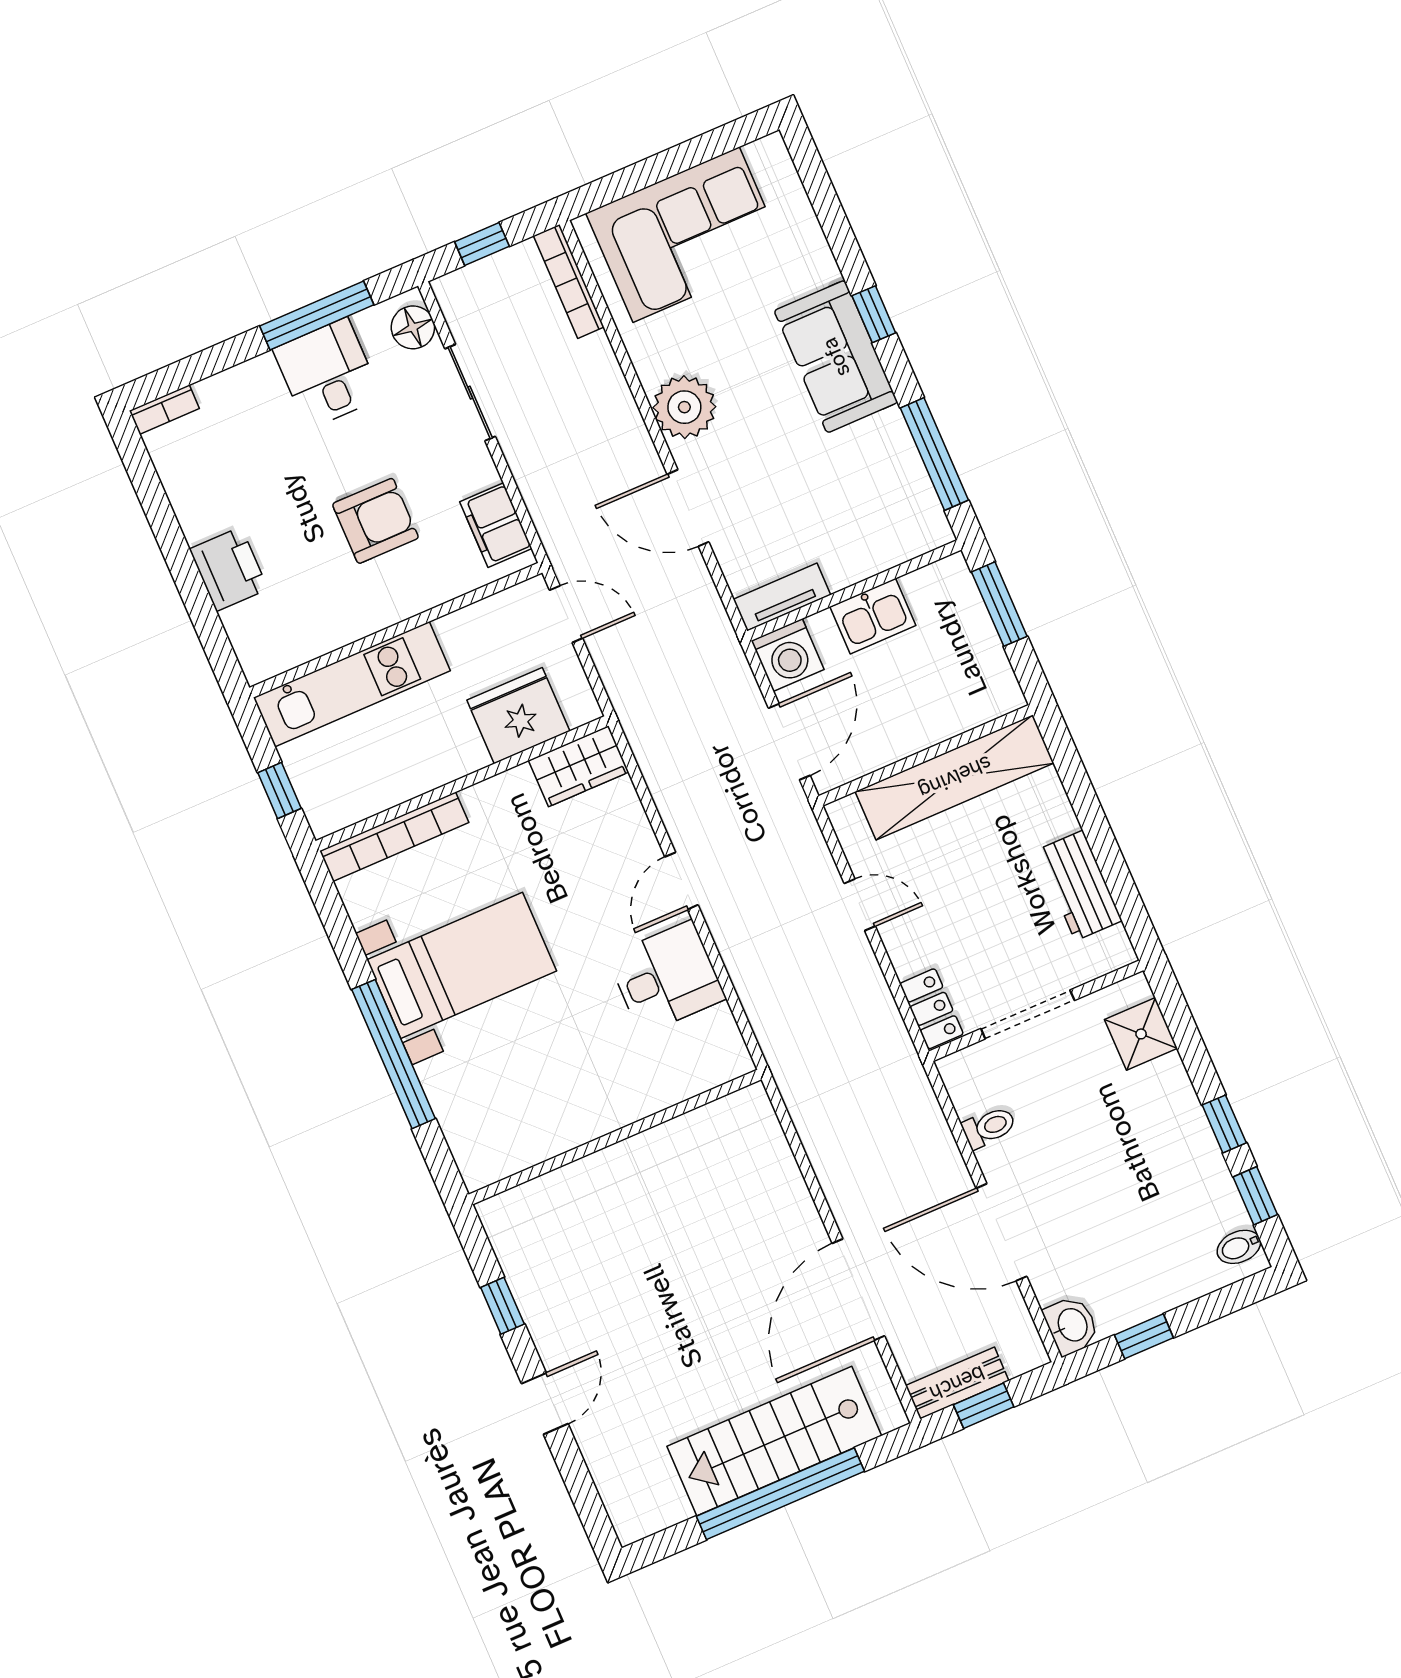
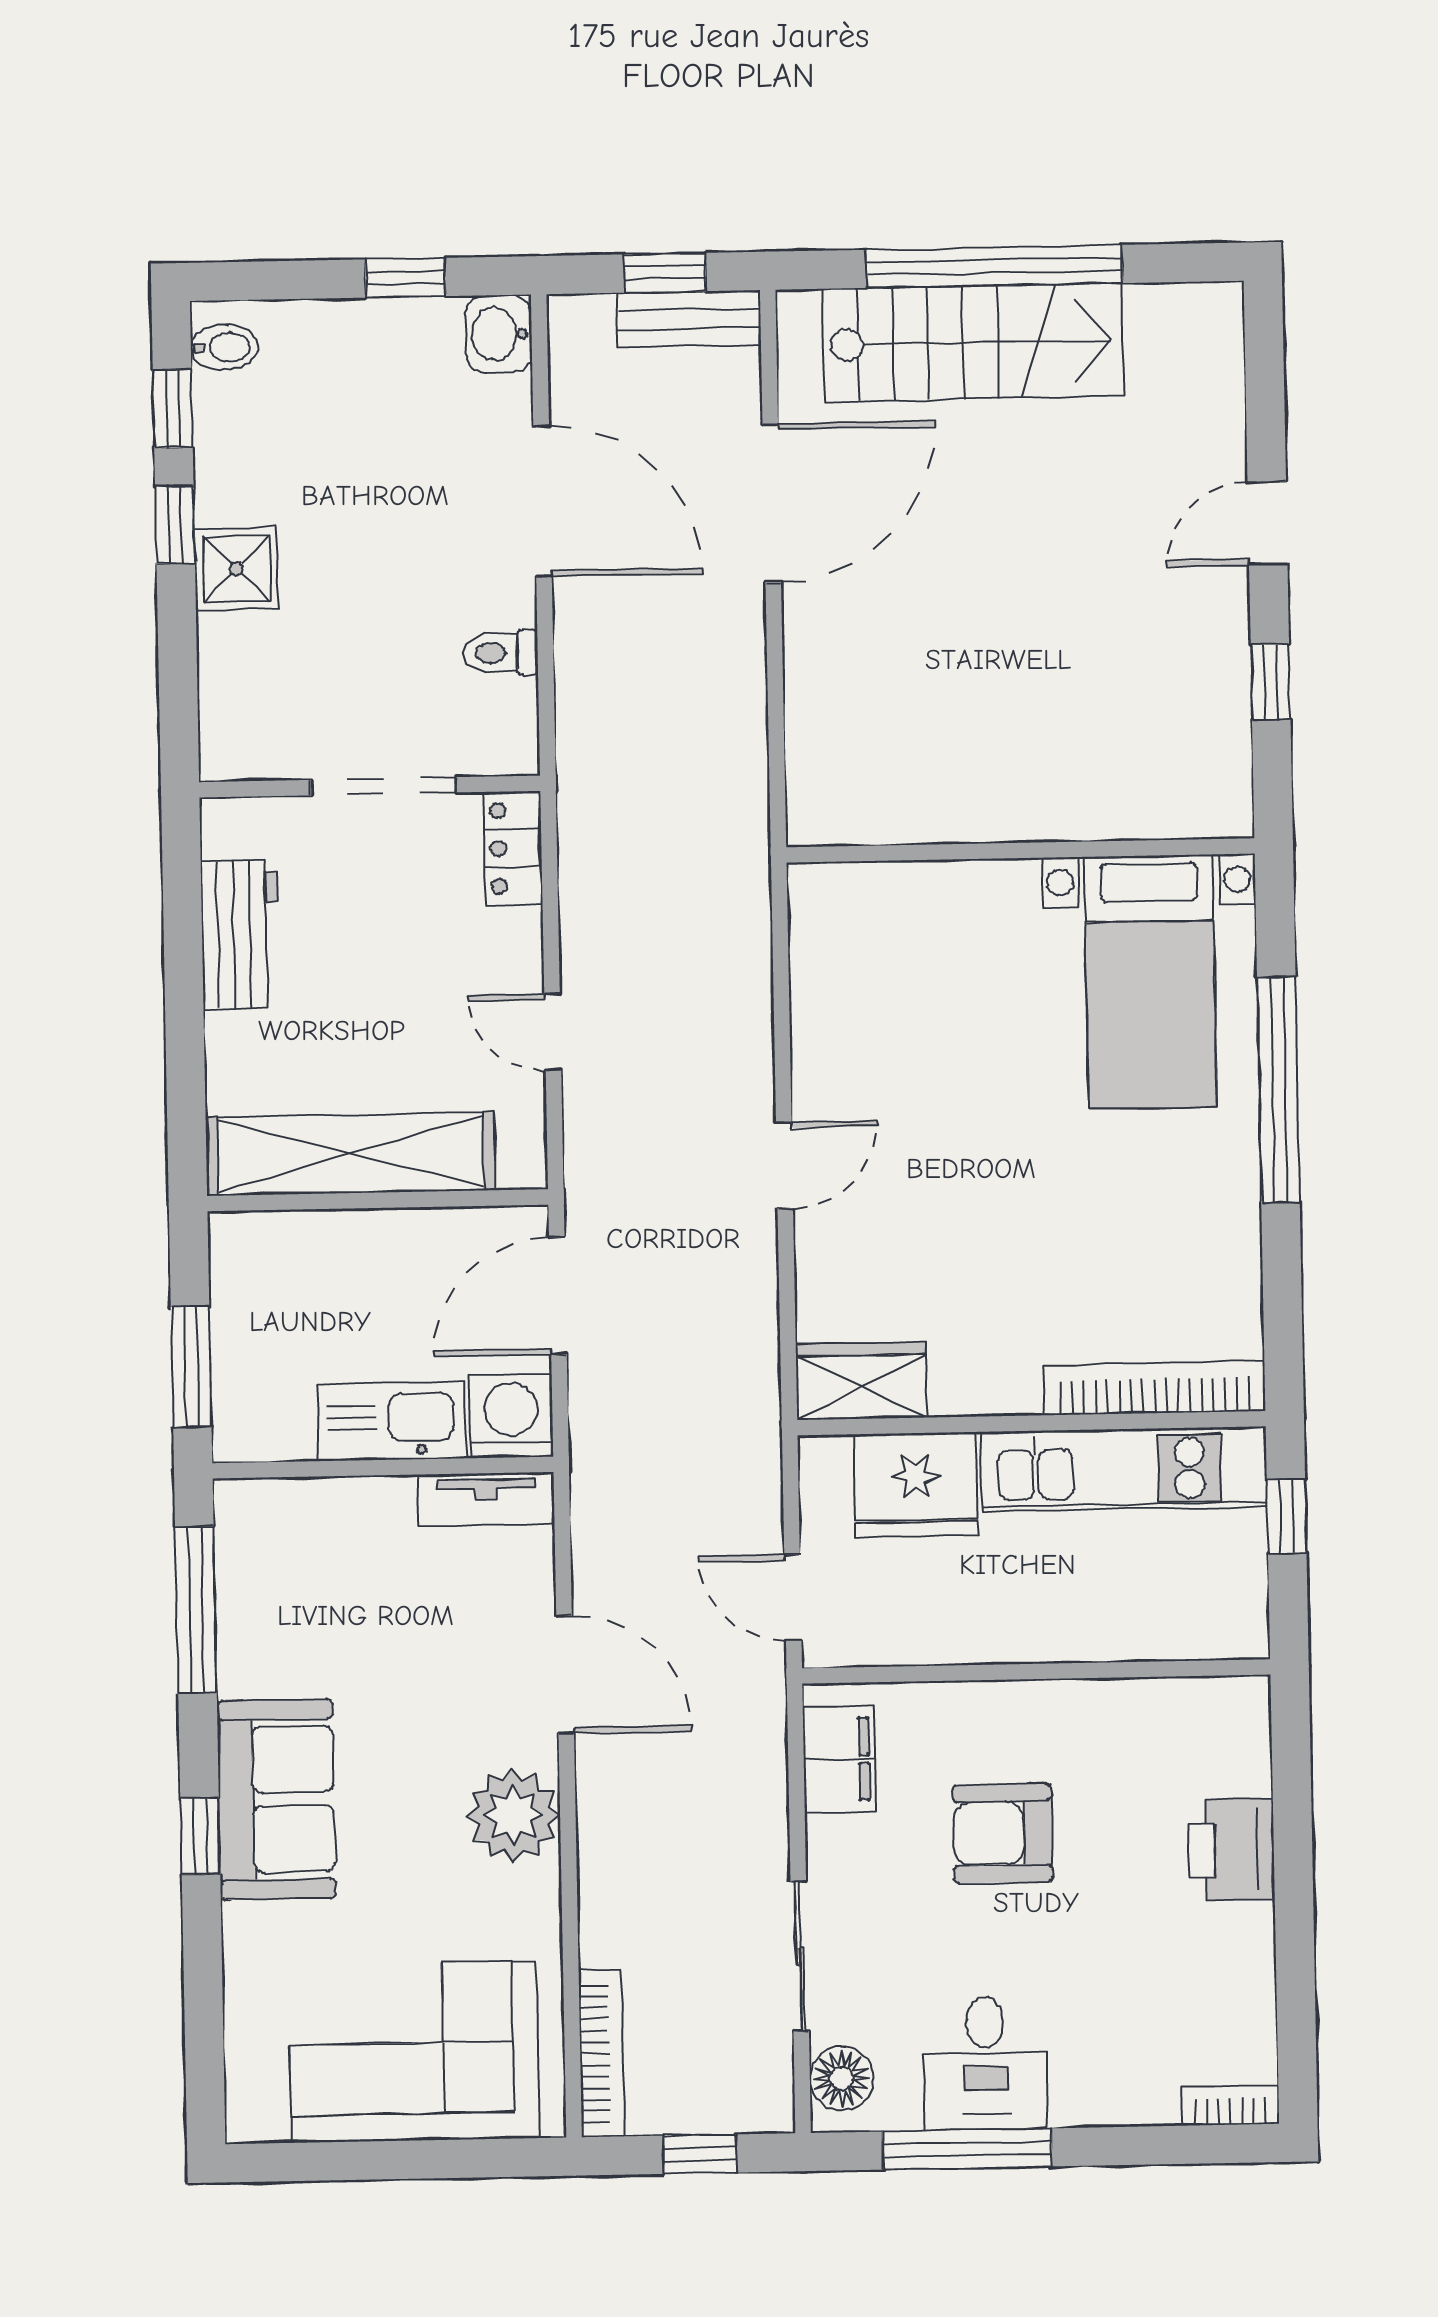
kitchen sink: (873, 616) -> (392, 1421), width x1.38
kitchen unit: (352, 684) -> (1124, 1469), moved, turned 180
bed with nightstands: (462, 965) -> (1151, 982), moved, turned -90
desk: (666, 978) -> (860, 1041), removed
shower: (1141, 1034) -> (236, 569), moved

